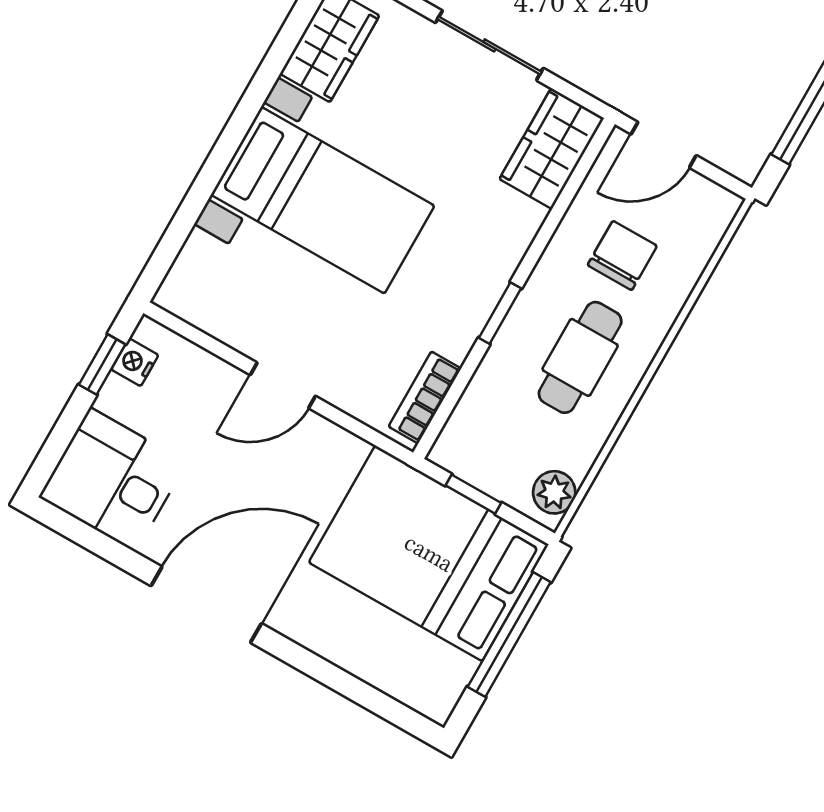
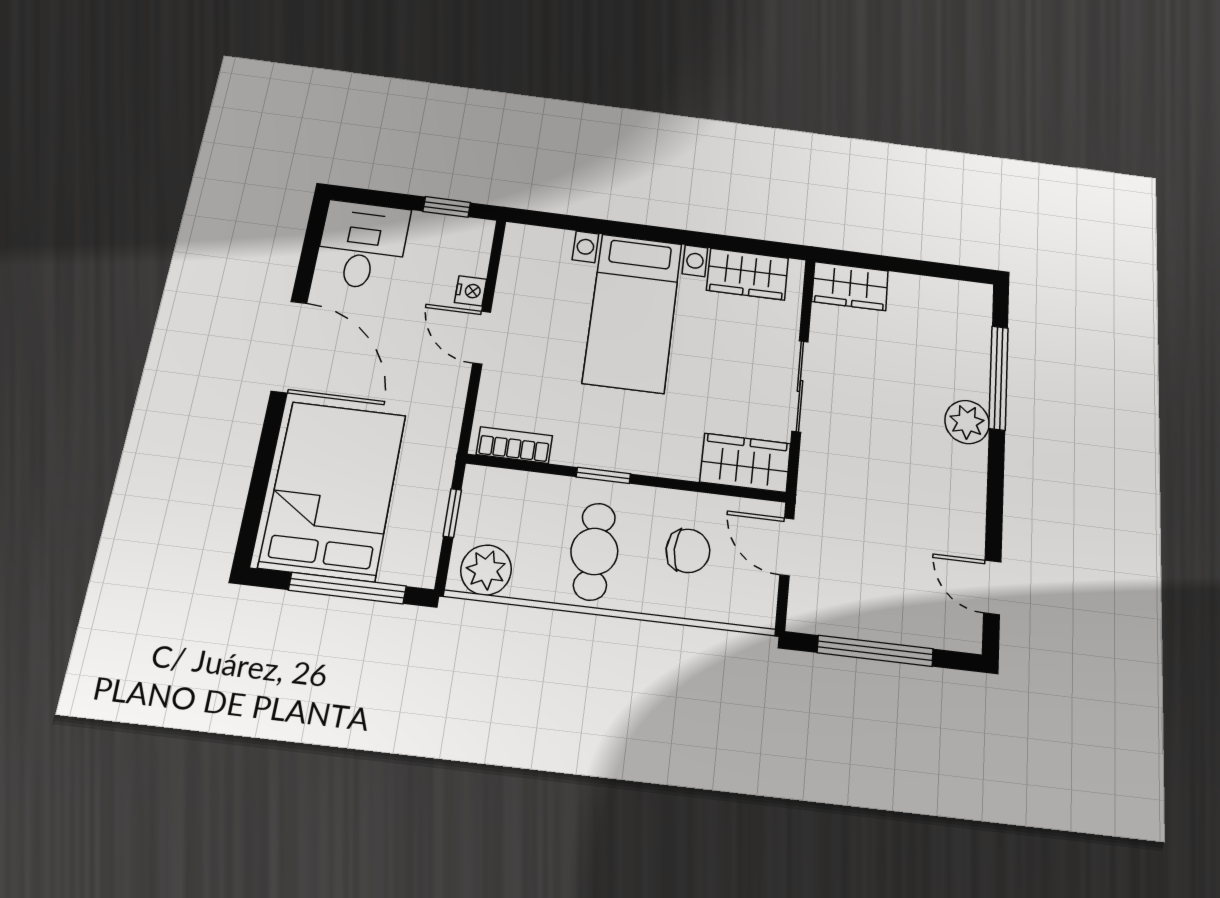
cafe table: (580, 357) -> (594, 551), turned 90
nightstand: (135, 362) -> (471, 291), moved, turned 90
plant: (554, 492) -> (486, 570), width x1.38, depth x1.38
bed: (429, 553) -> (333, 490), moved

